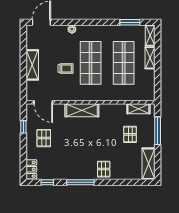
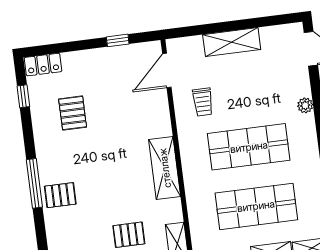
trolley: (65, 68) -> (203, 102), moved
shelving: (82, 110) -> (165, 168), moved
pallet: (44, 138) -> (73, 113), moved, turned 90
window: (80, 182) -> (34, 183), moved

